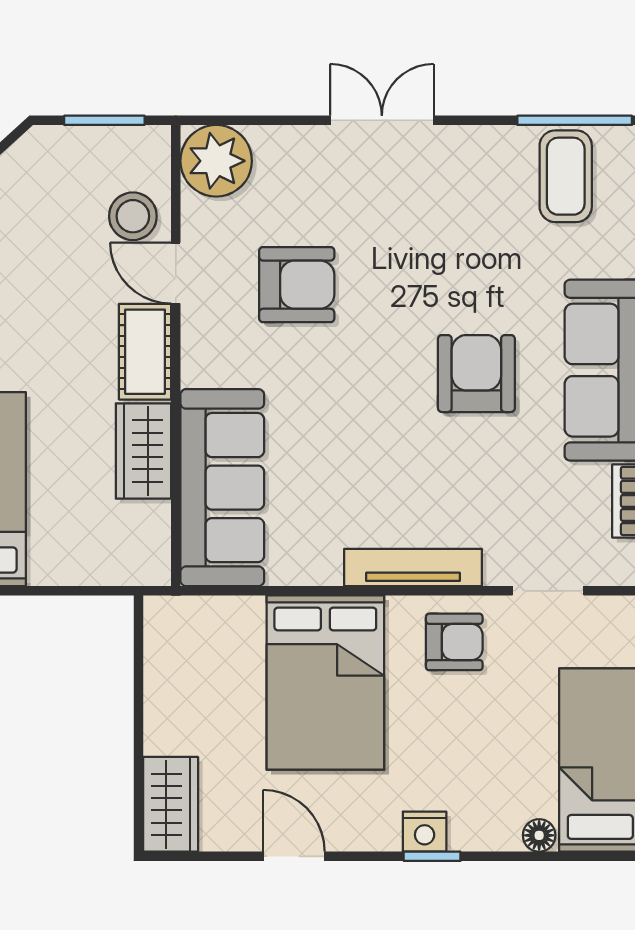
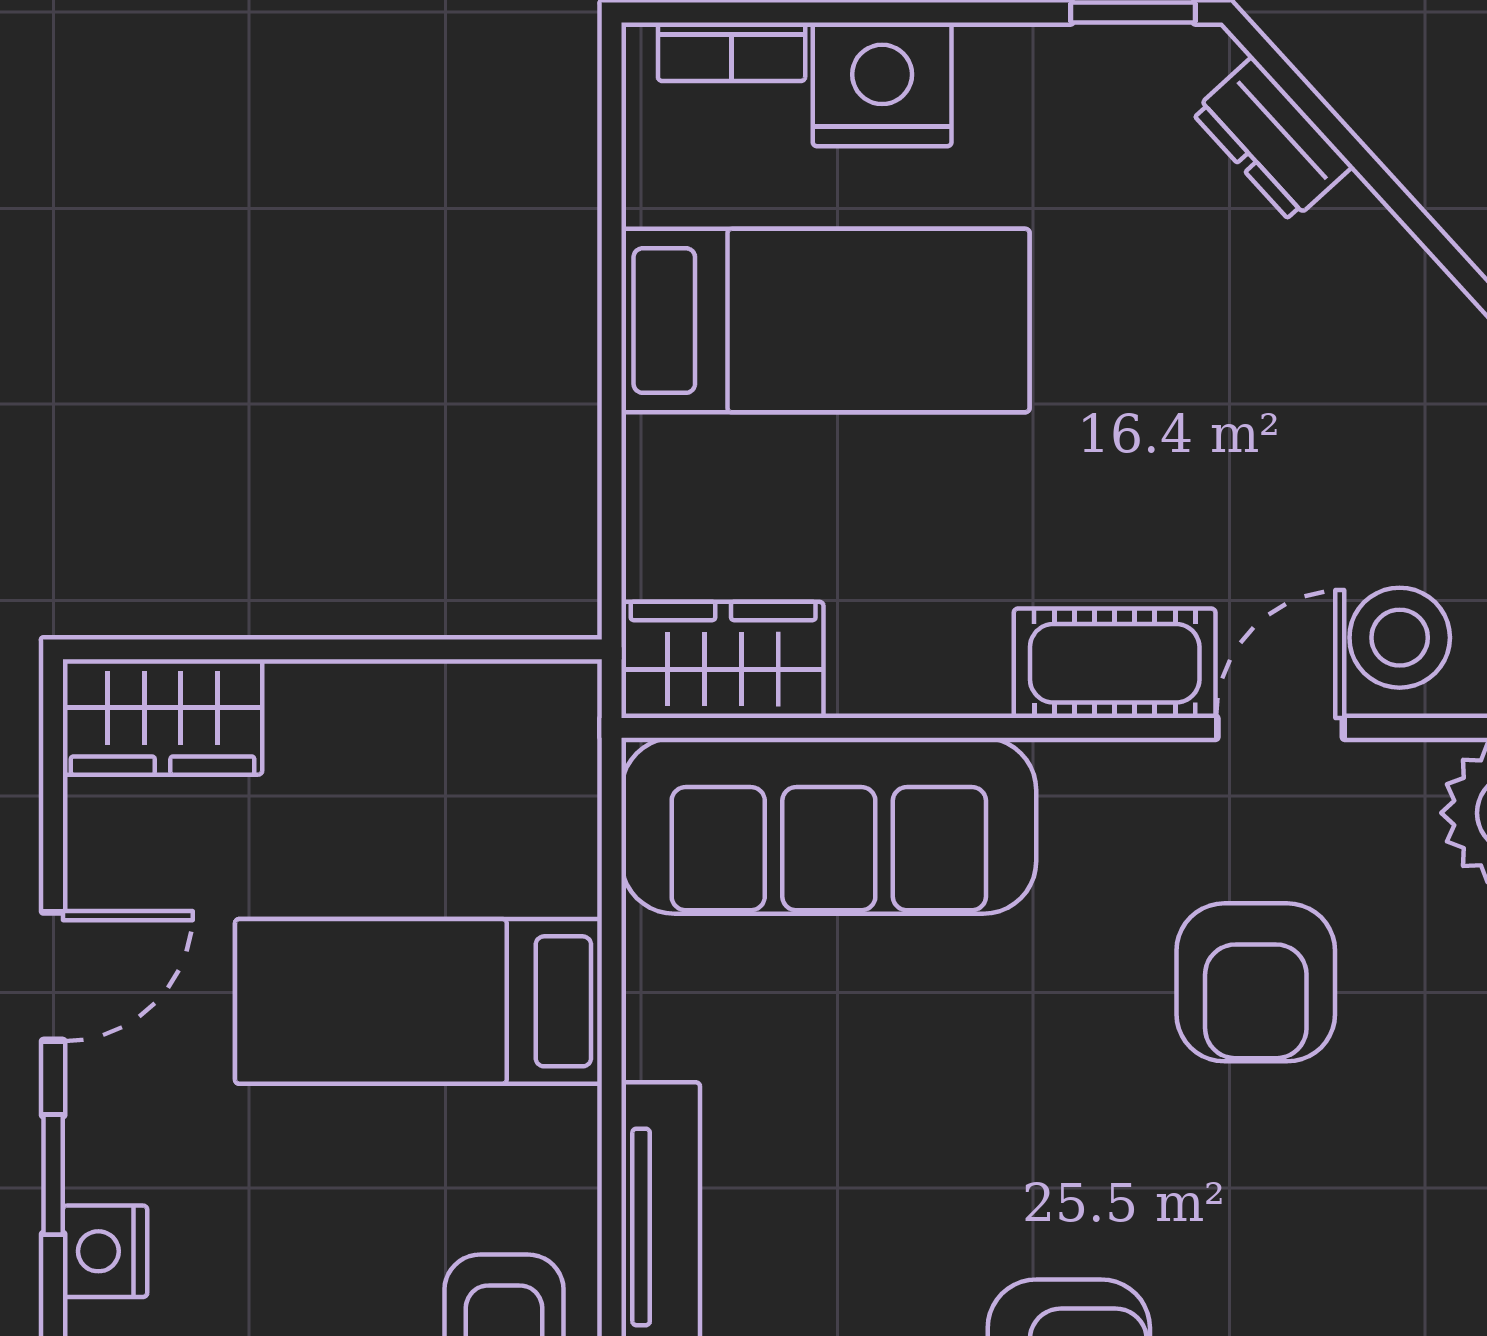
wardrobe: (143, 451) -> (723, 660), moved
bed: (325, 683) -> (419, 1001), width x0.67
window: (432, 856) -> (53, 1175), moved

